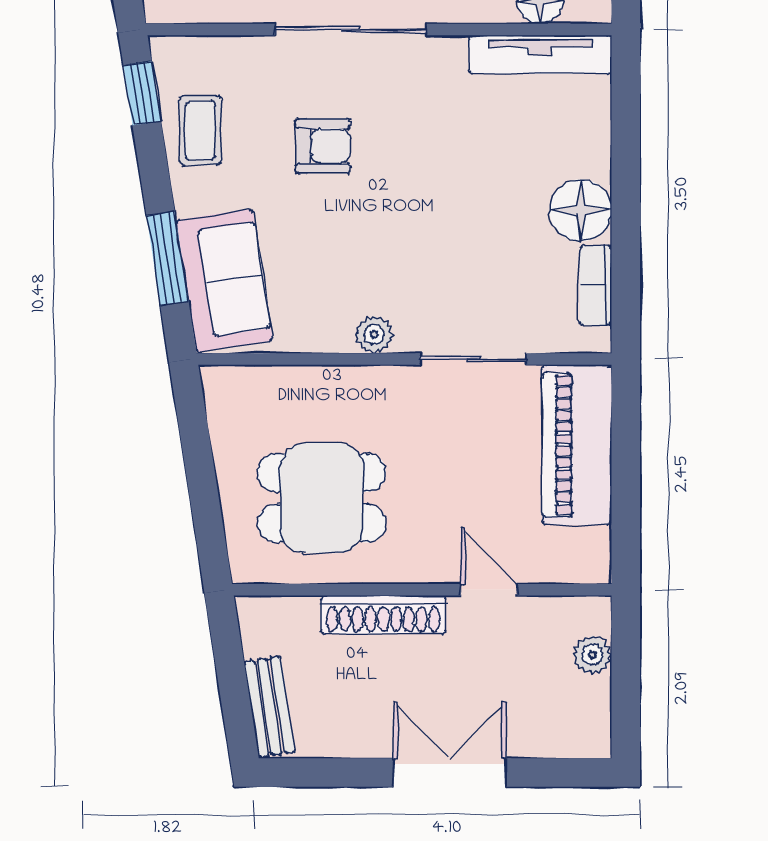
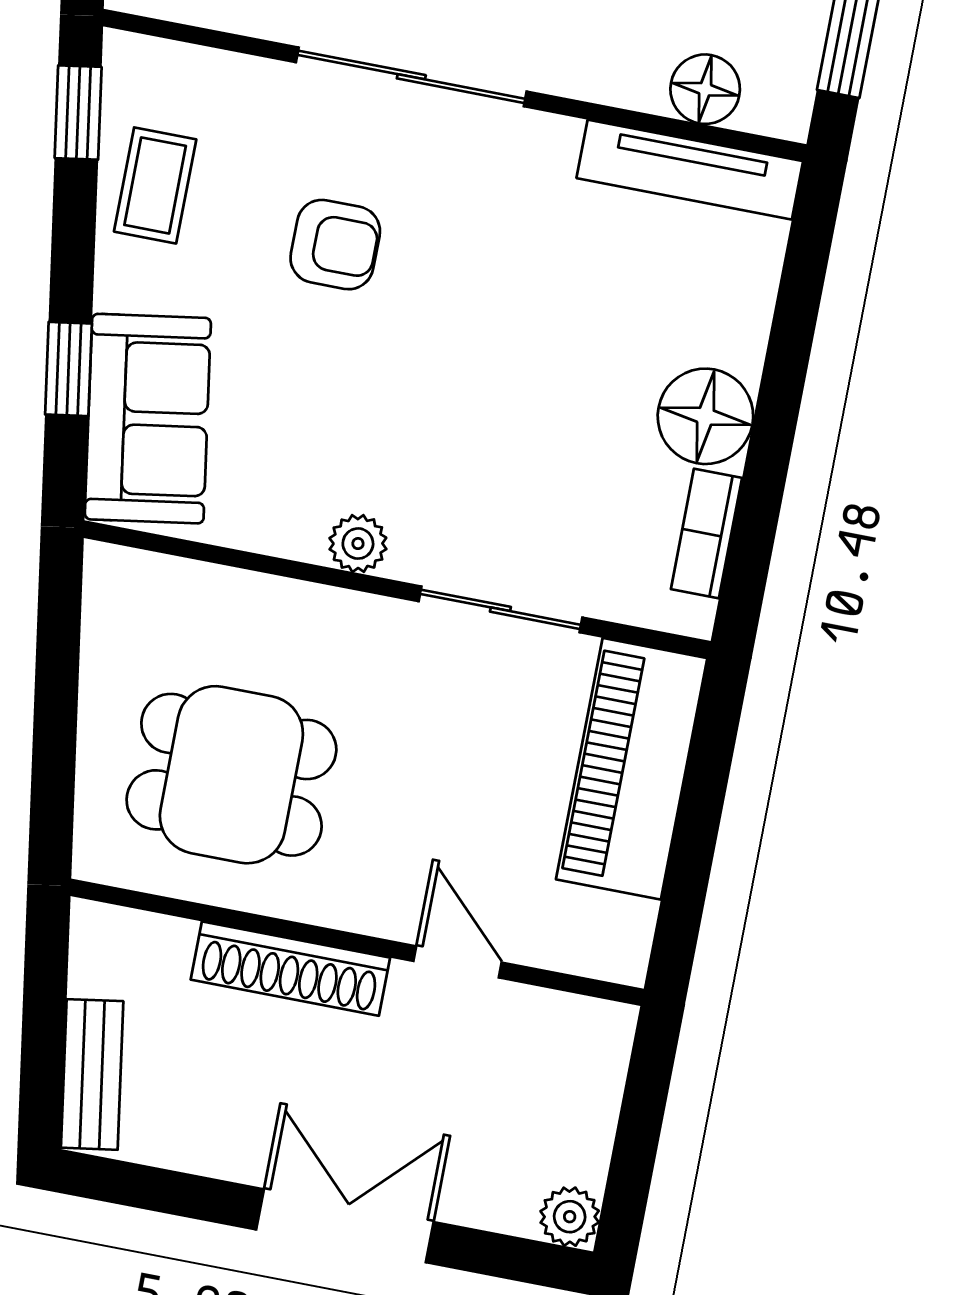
window: (168, 259) -> (68, 369), width x0.67
plant: (592, 655) -> (570, 1217), moved

